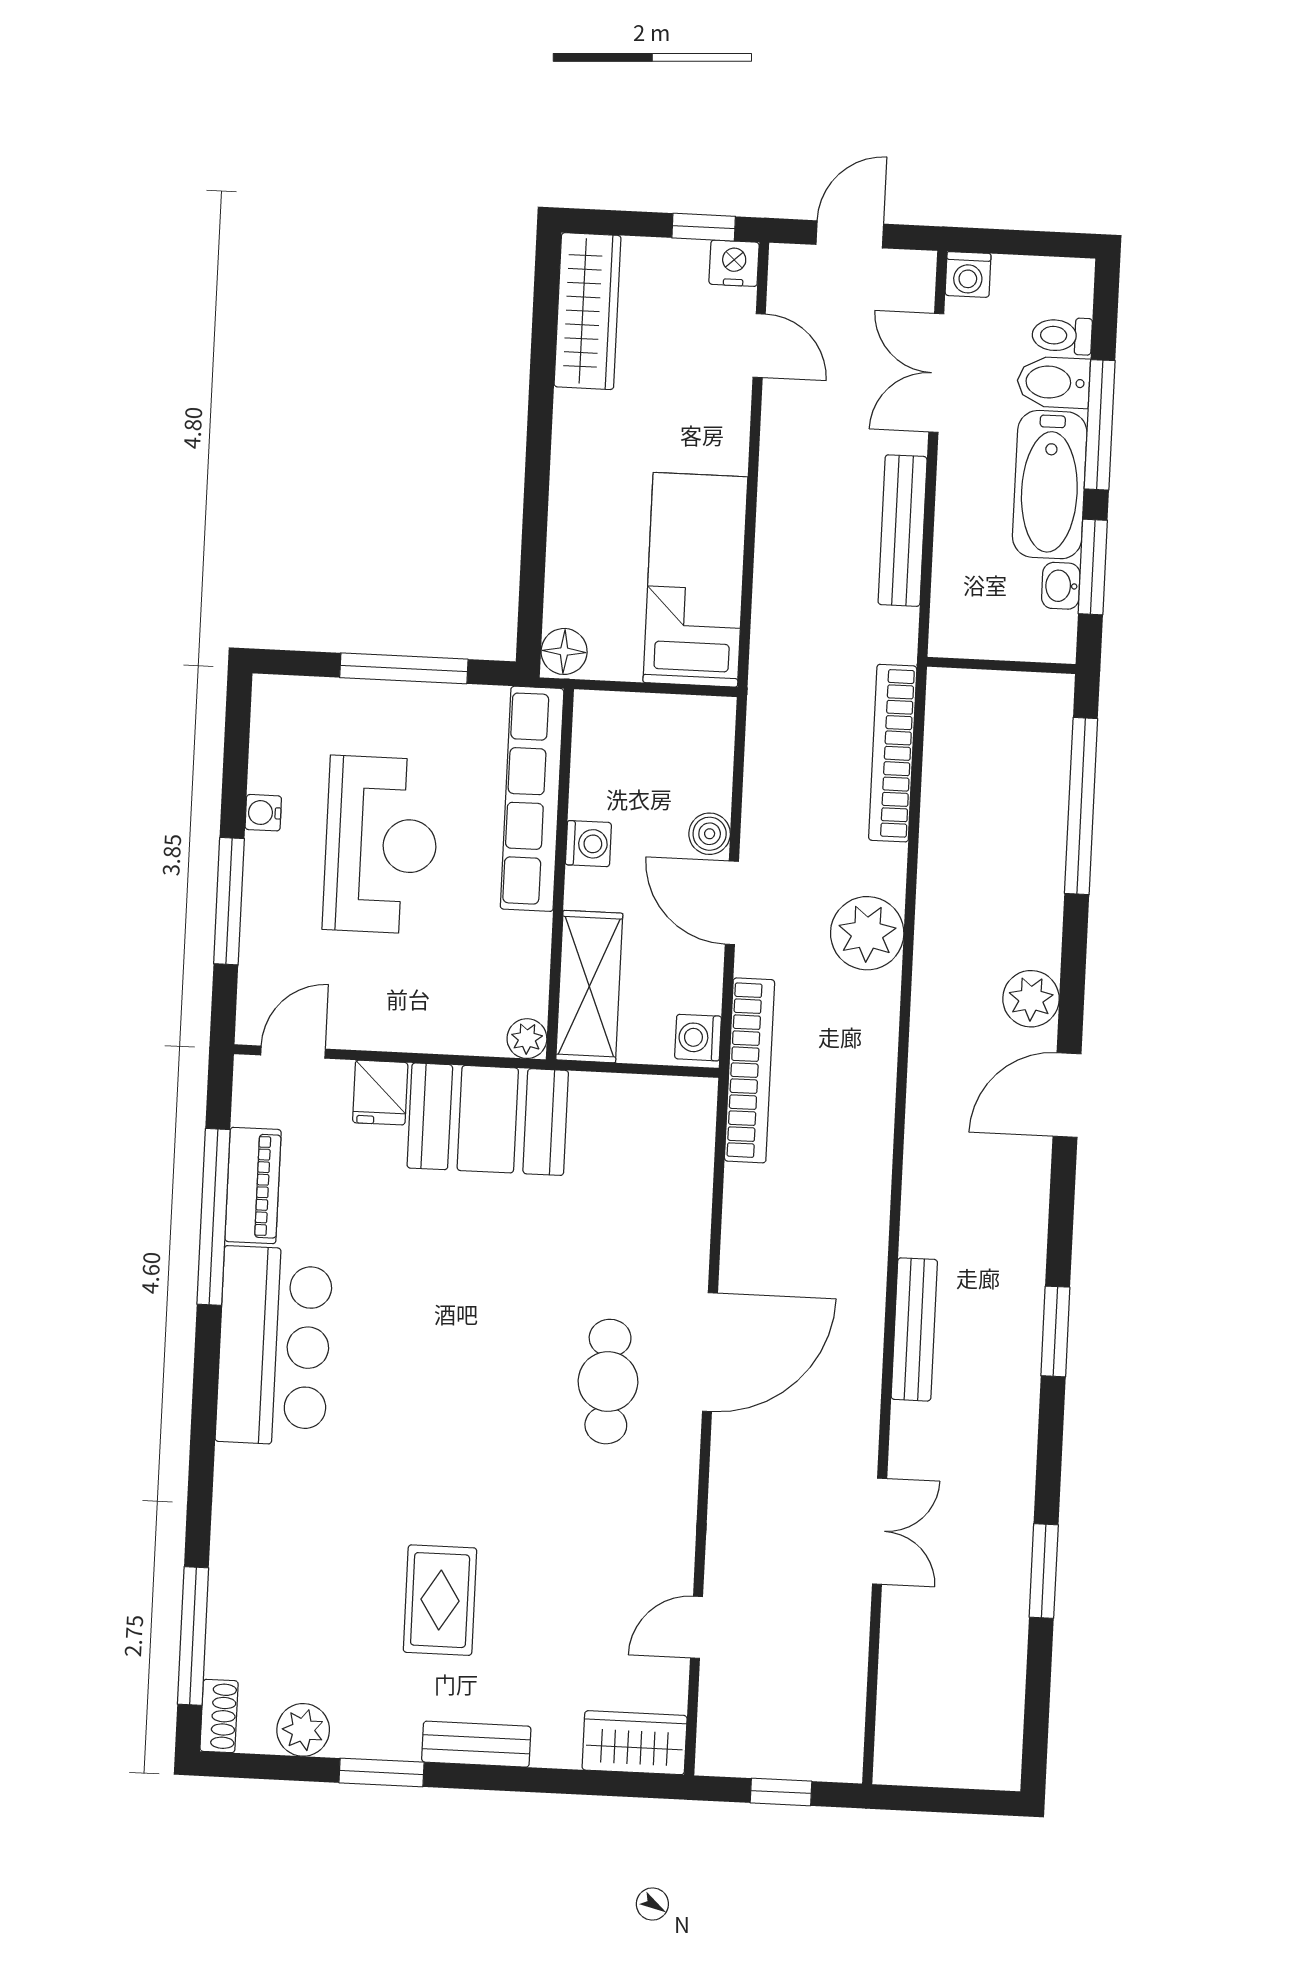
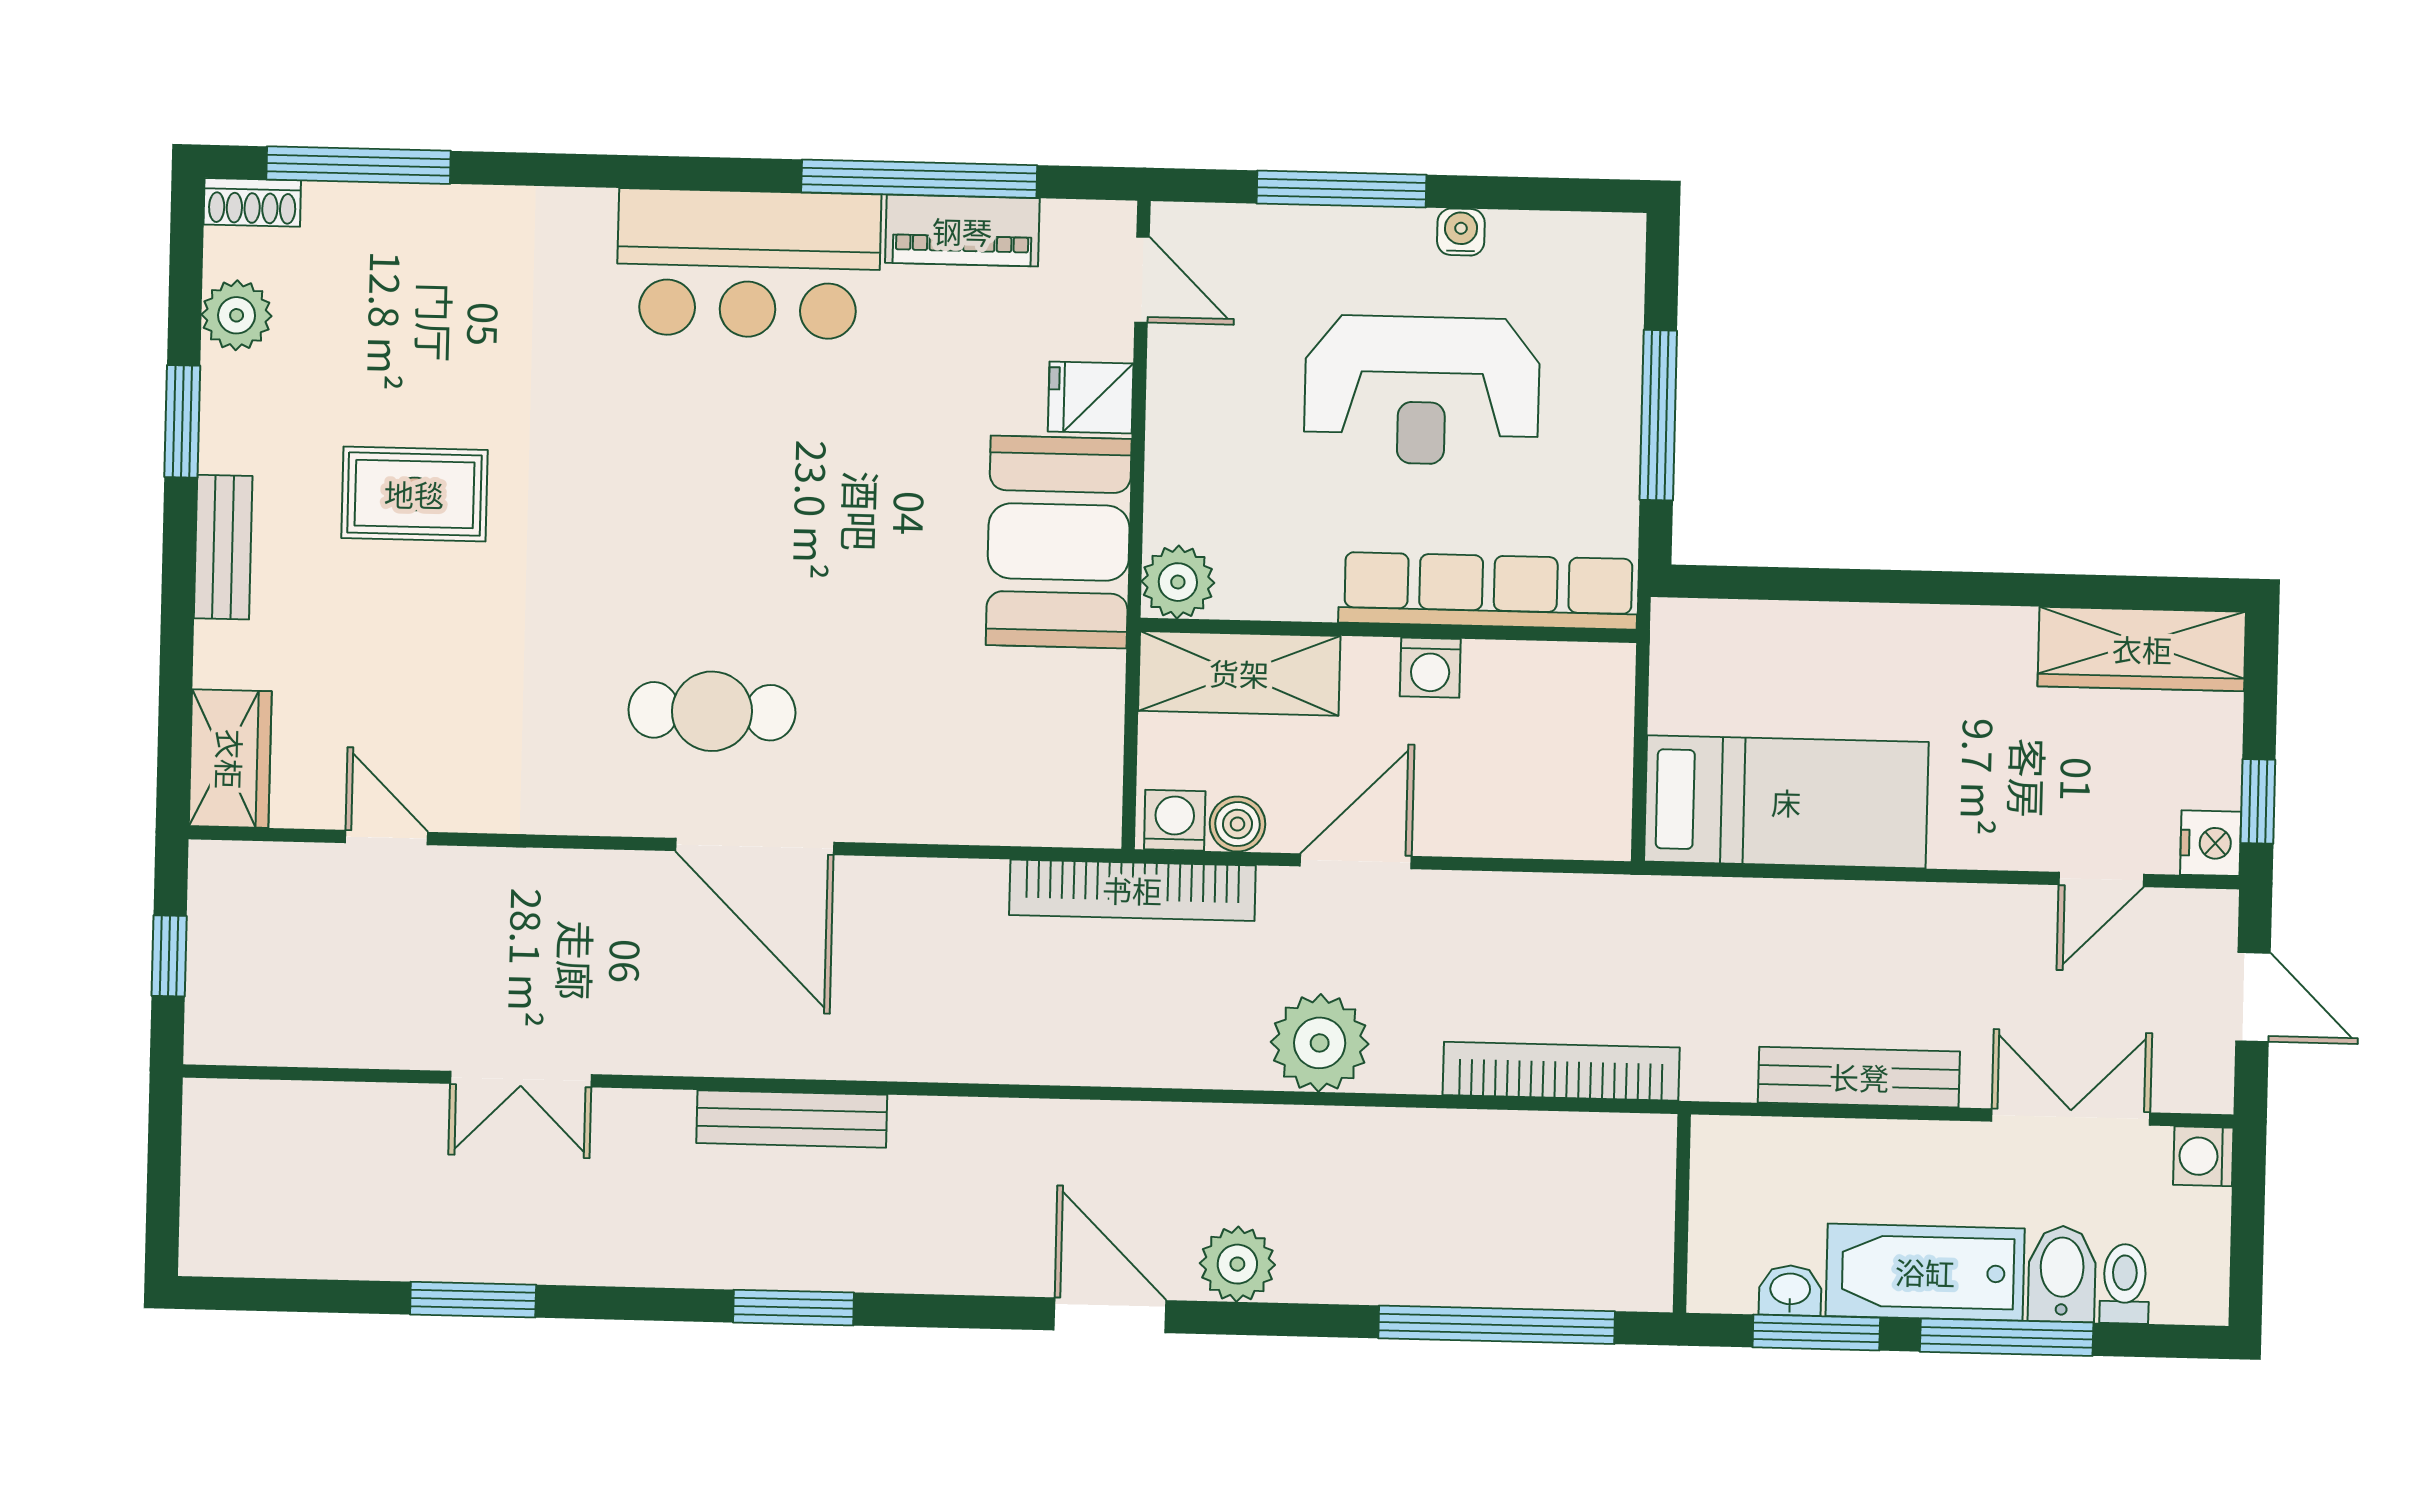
floor lamp: (564, 651) -> (1686, 629), removed
boiler: (710, 834) -> (1237, 824), moved
plant: (527, 1039) -> (1178, 582), width x1.38, depth x1.38

